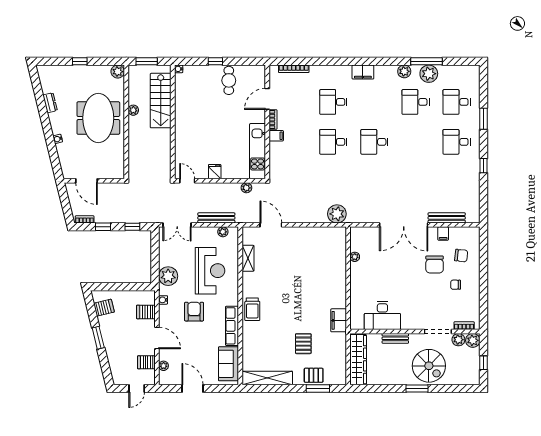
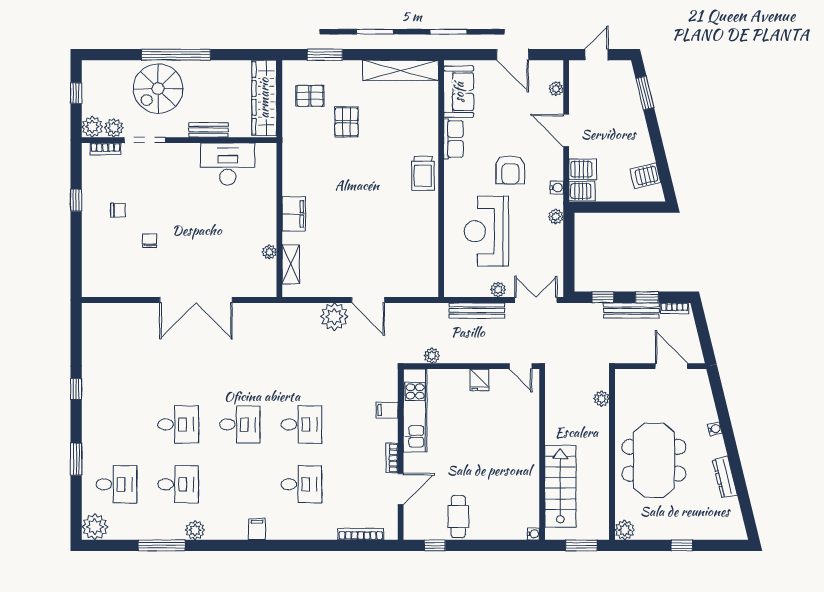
window: (215, 61) -> (435, 545), moved
filing cabinet: (363, 72) -> (257, 529), width x0.50
plant: (429, 74) -> (95, 527), moved
dresser: (50, 103) -> (725, 477), width x1.44
plant: (133, 110) -> (601, 399), moved
filing cabinet: (276, 136) -> (387, 410), moved
desk: (457, 142) -> (178, 424), moved
plant: (337, 214) -> (334, 317), moved
bench: (447, 218) -> (631, 311), moved
door: (271, 225) -> (368, 300), moved
double door: (404, 225) -> (196, 300), swing flipped
plant: (223, 232) -> (498, 290), moved
filing cabinet: (443, 234) -> (137, 287), removed
chair: (461, 256) -> (110, 254), removed
shelving: (248, 258) -> (291, 264), moved
chair: (435, 265) -> (150, 241), width x0.54, depth x0.54
plant: (168, 276) -> (556, 217), width x0.53, depth x0.53
window: (484, 291) -> (76, 200), added
trolley: (252, 309) -> (423, 173), turned 180
filing cabinet: (339, 320) -> (294, 214), moved
row of seats: (232, 326) -> (453, 139), width x0.68
window: (98, 338) -> (645, 93), moved
server rack: (146, 362) -> (582, 191), moved
spiral stairs: (429, 366) -> (158, 89), turned -90
pallet: (314, 375) -> (310, 96), moved
window: (417, 388) -> (176, 55), width x2.11

